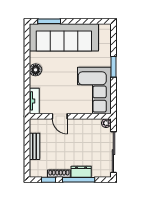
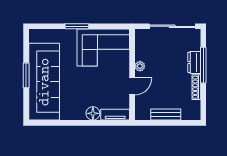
window: (49, 21) -> (26, 75), moved
floor lamp: (36, 70) -> (93, 113), moved
plant: (106, 123) -> (140, 66), moved
window: (49, 180) -> (203, 99), removed

